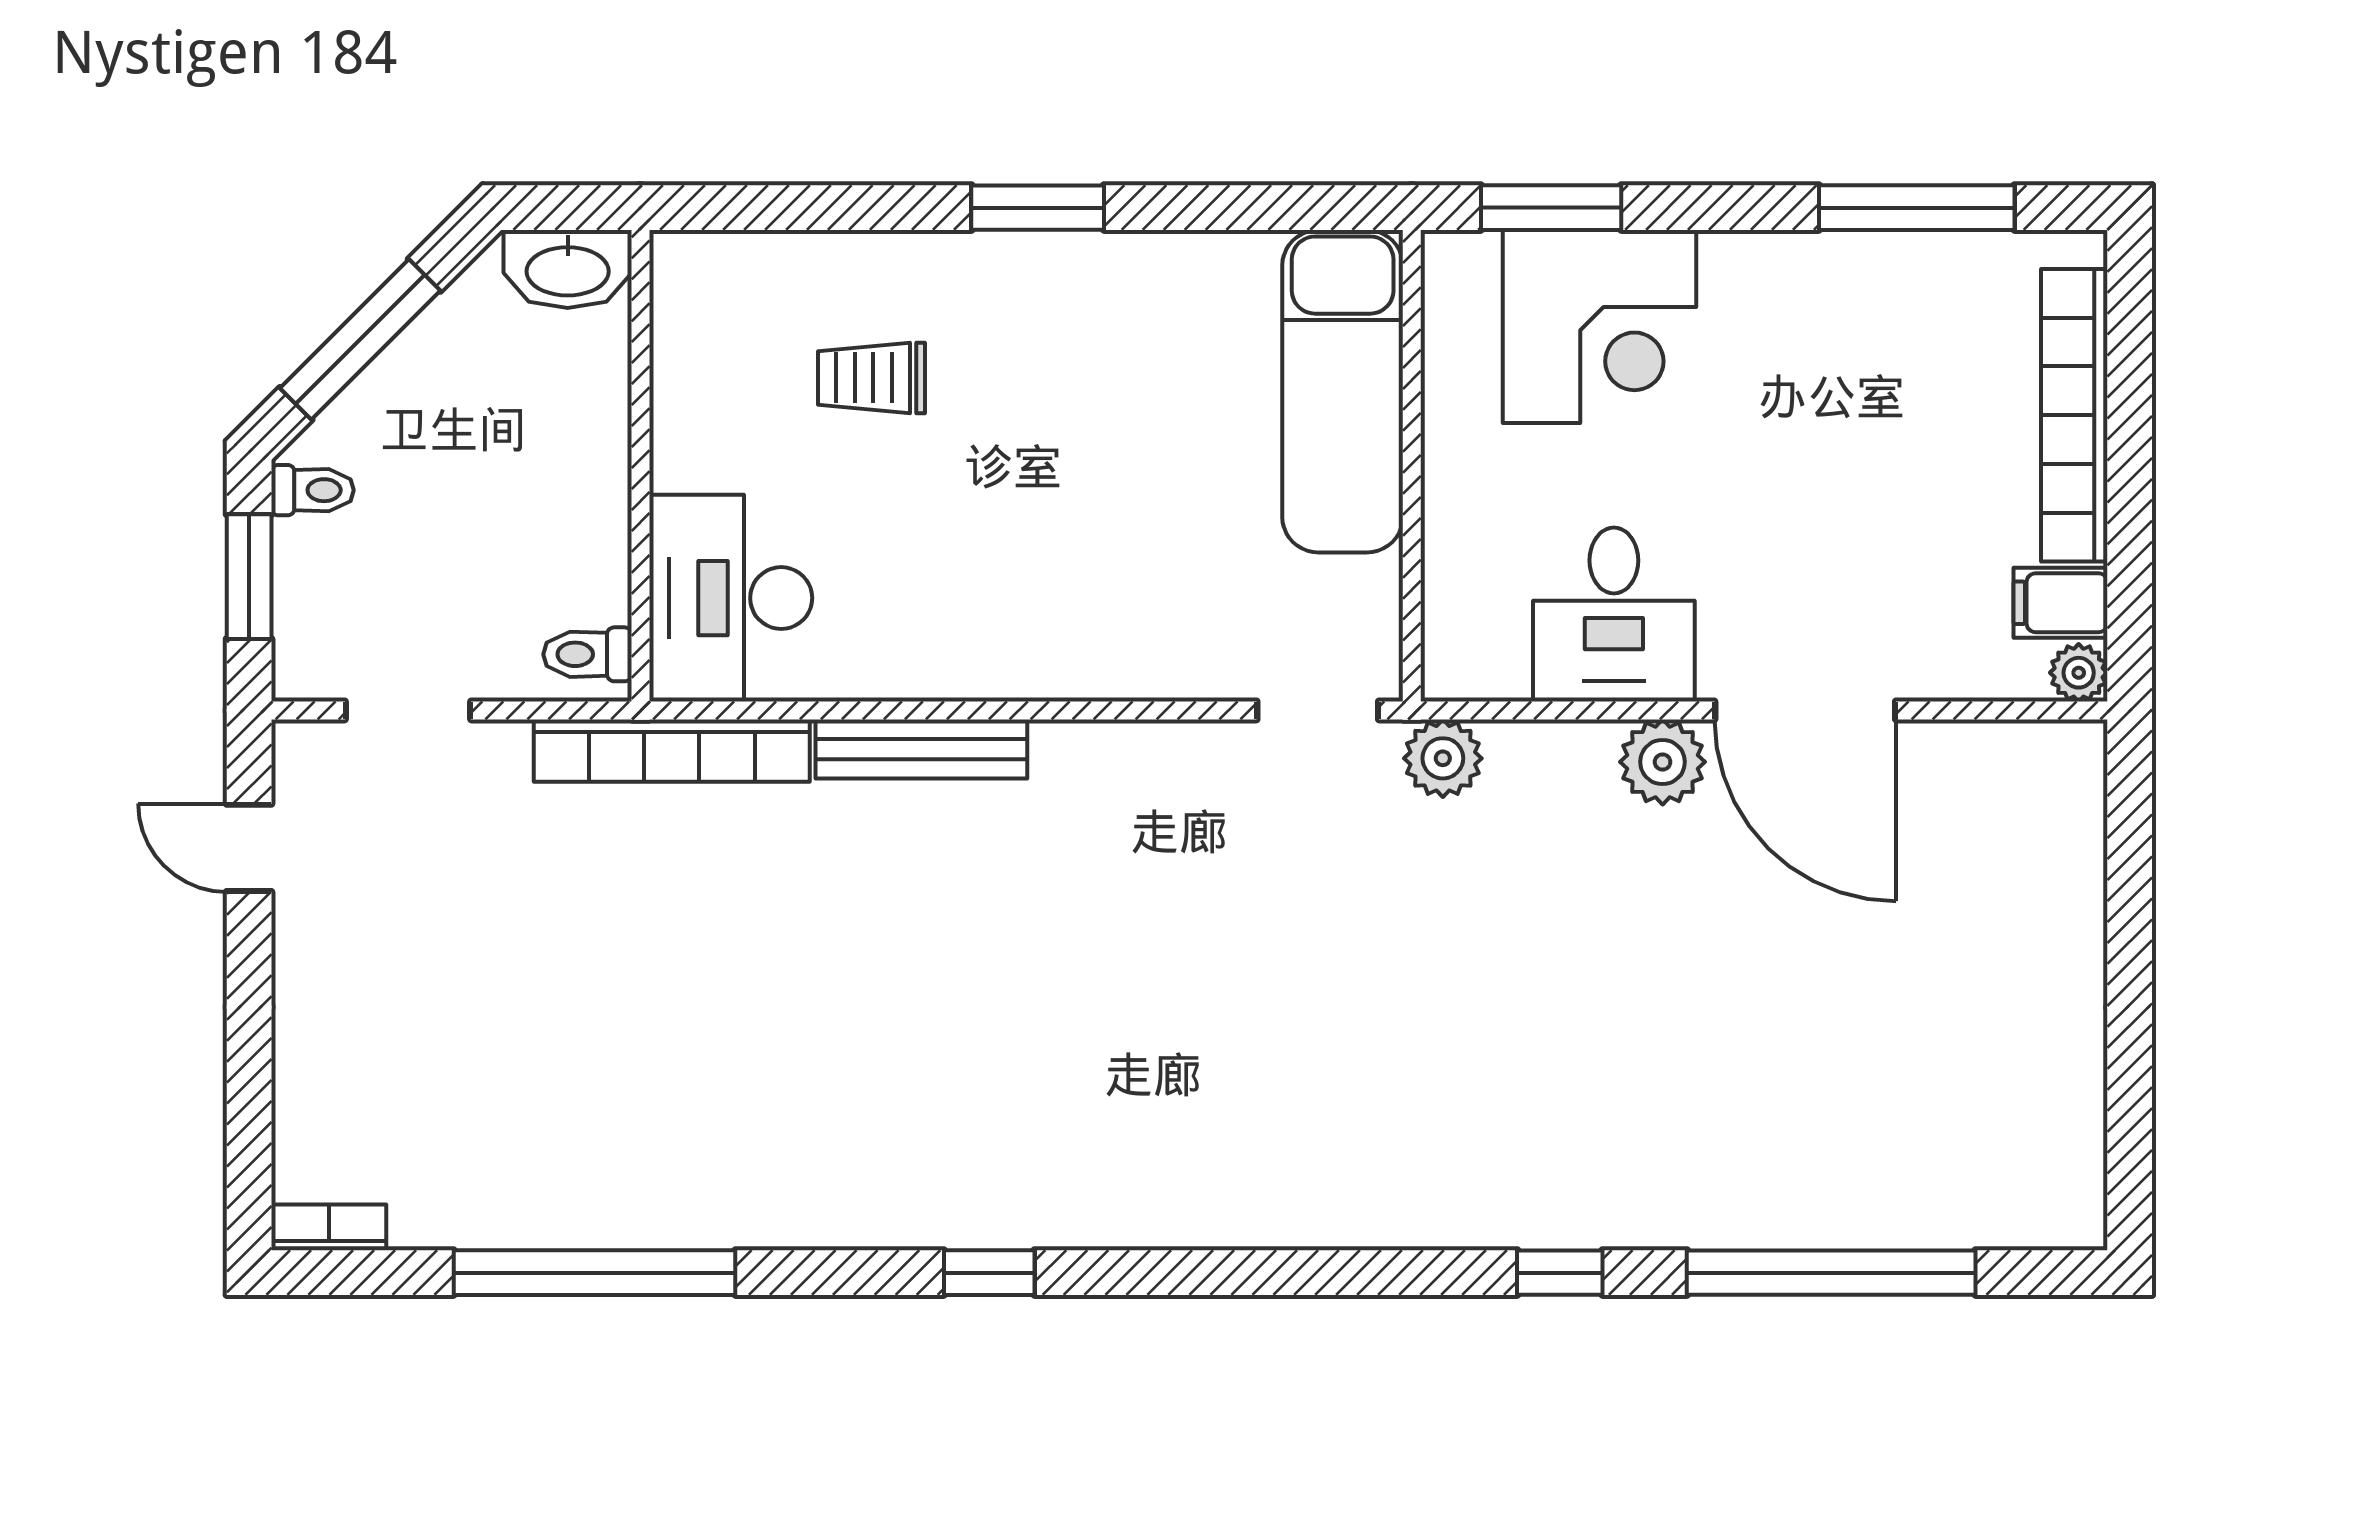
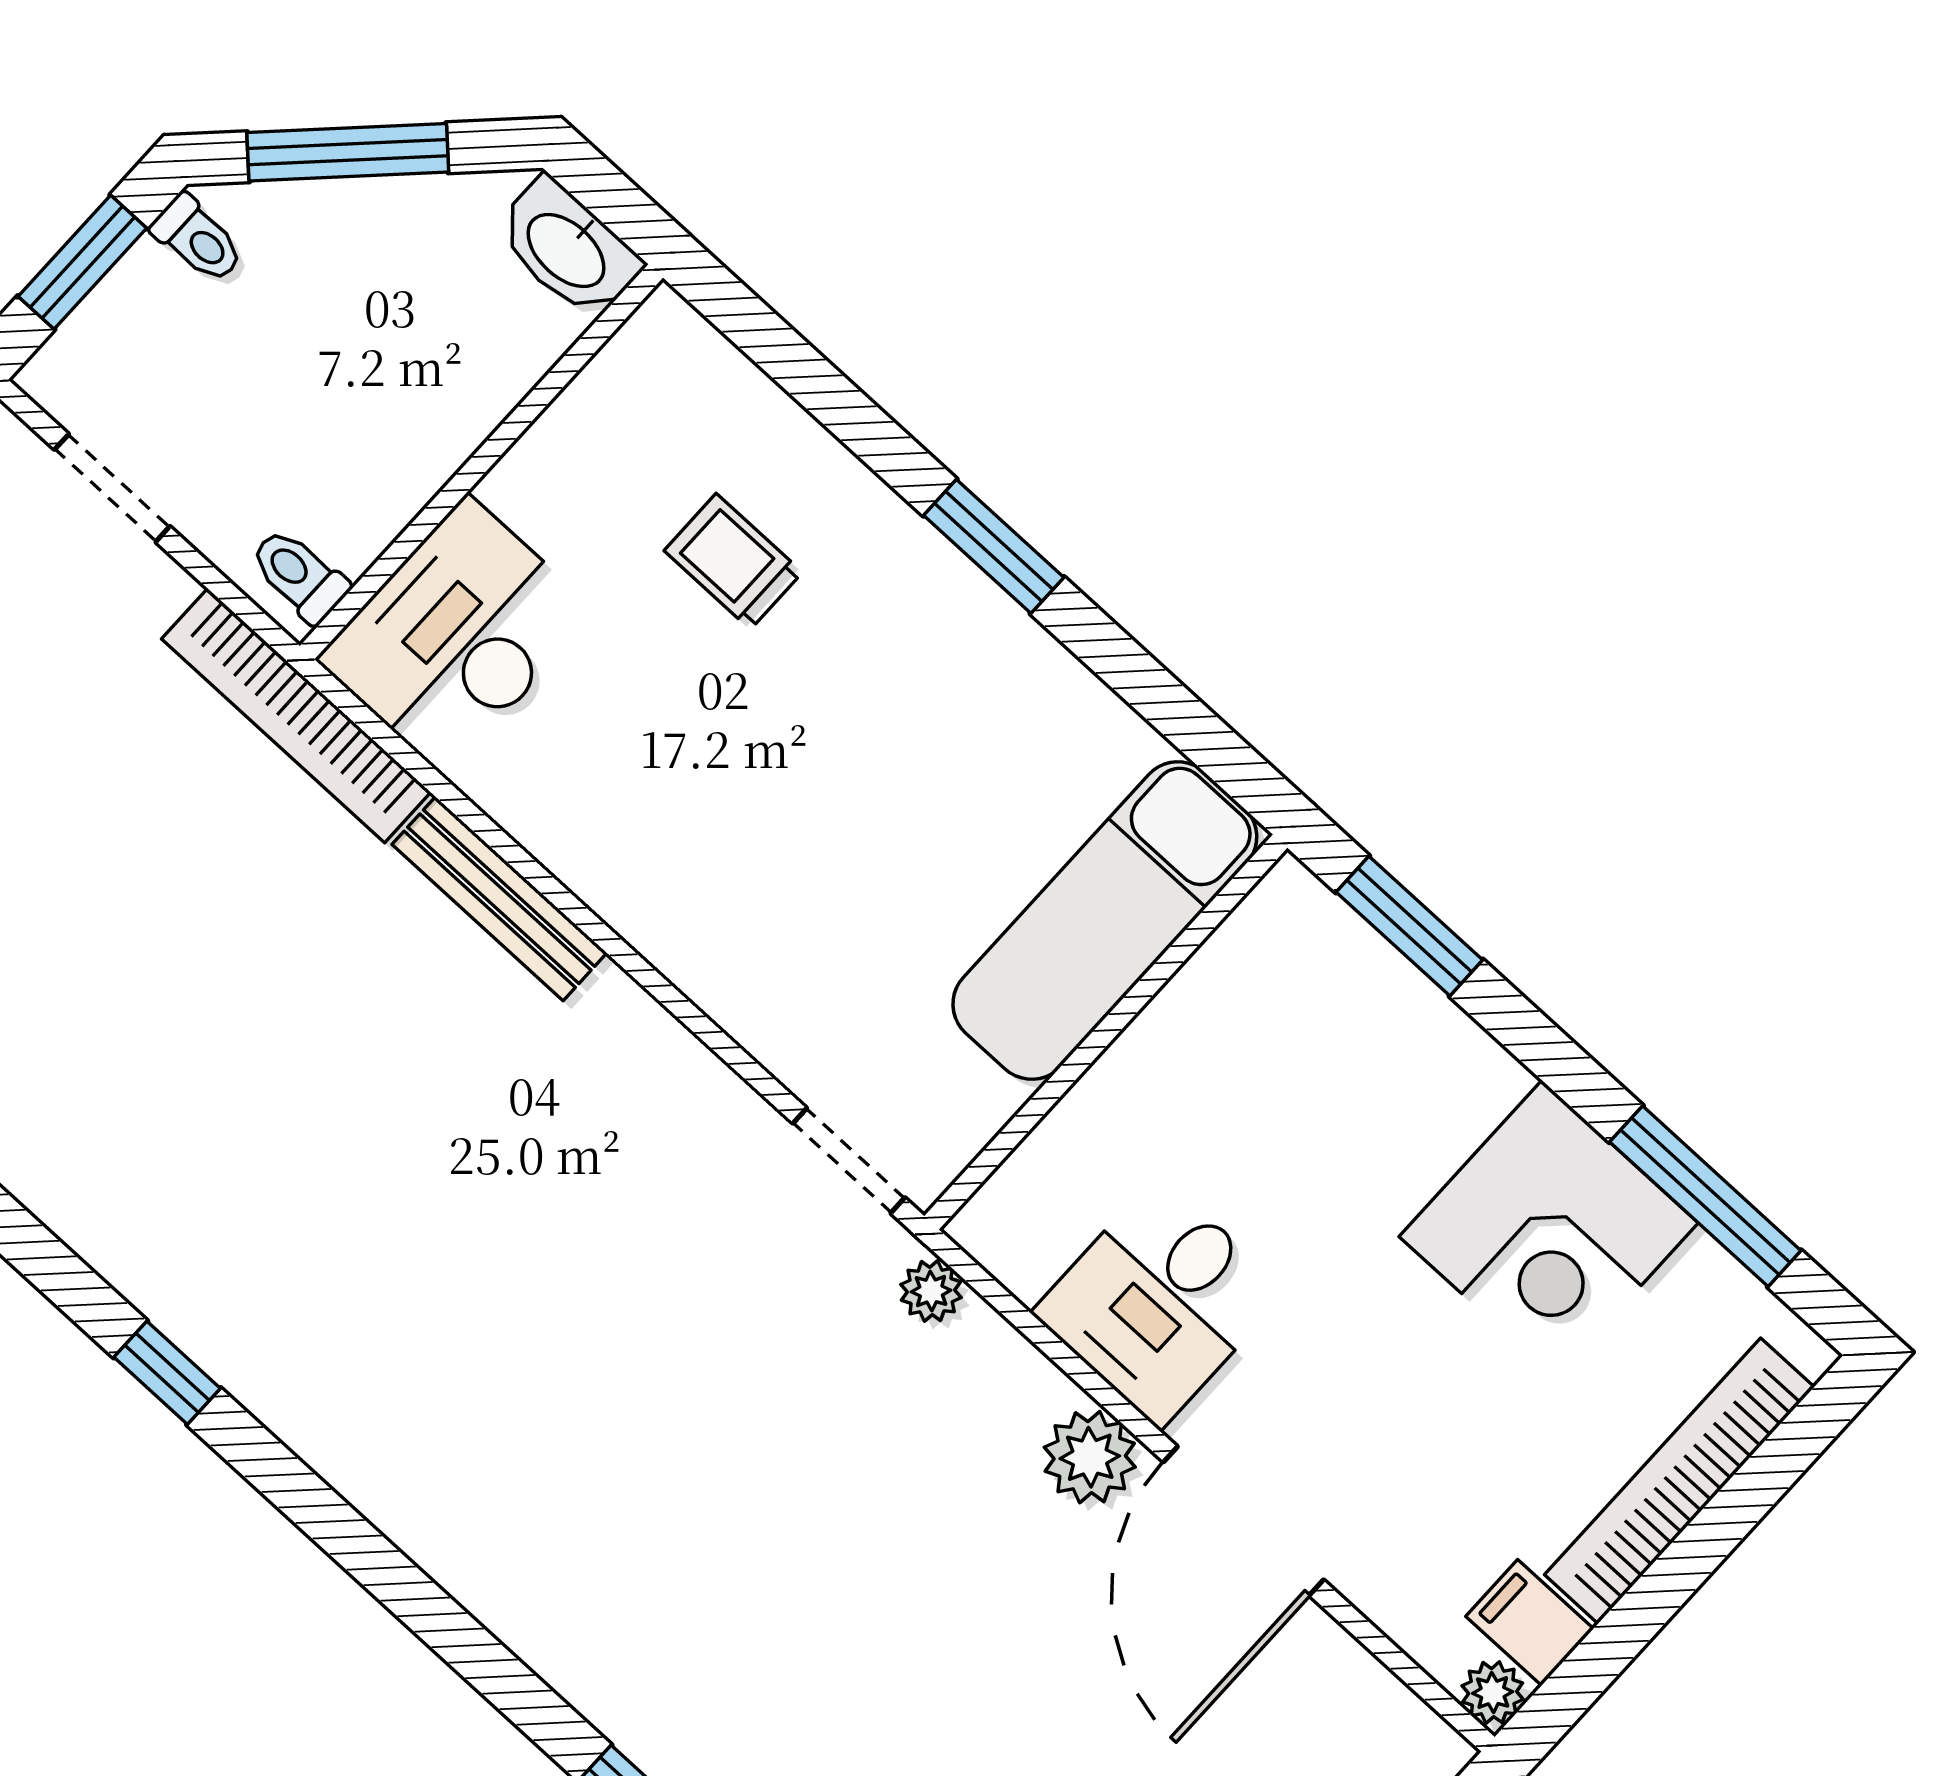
corner desk: (1600, 327) -> (1549, 1230), moved
plant: (1443, 758) -> (931, 1291), width x0.73, depth x0.73

